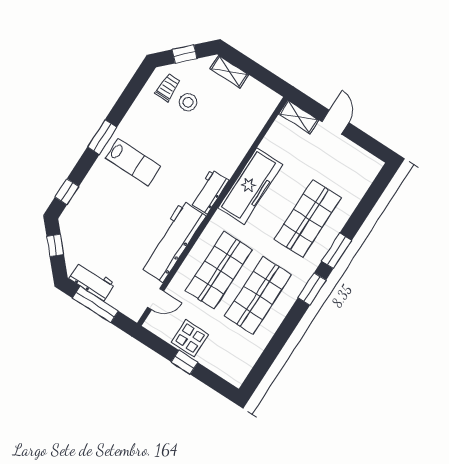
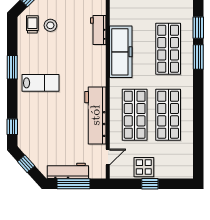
window: (102, 137) -> (12, 67), moved
workbench: (209, 192) -> (98, 30), moved
workbench: (92, 281) -> (68, 171), width x1.38
window: (312, 289) -> (198, 28), moved

